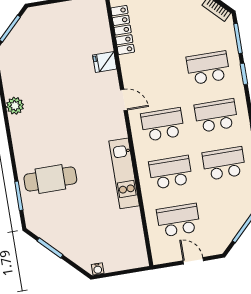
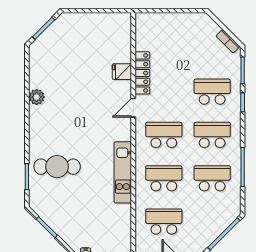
locker: (123, 30) -> (142, 73), moved
door: (124, 100) -> (133, 108), swing flipped

